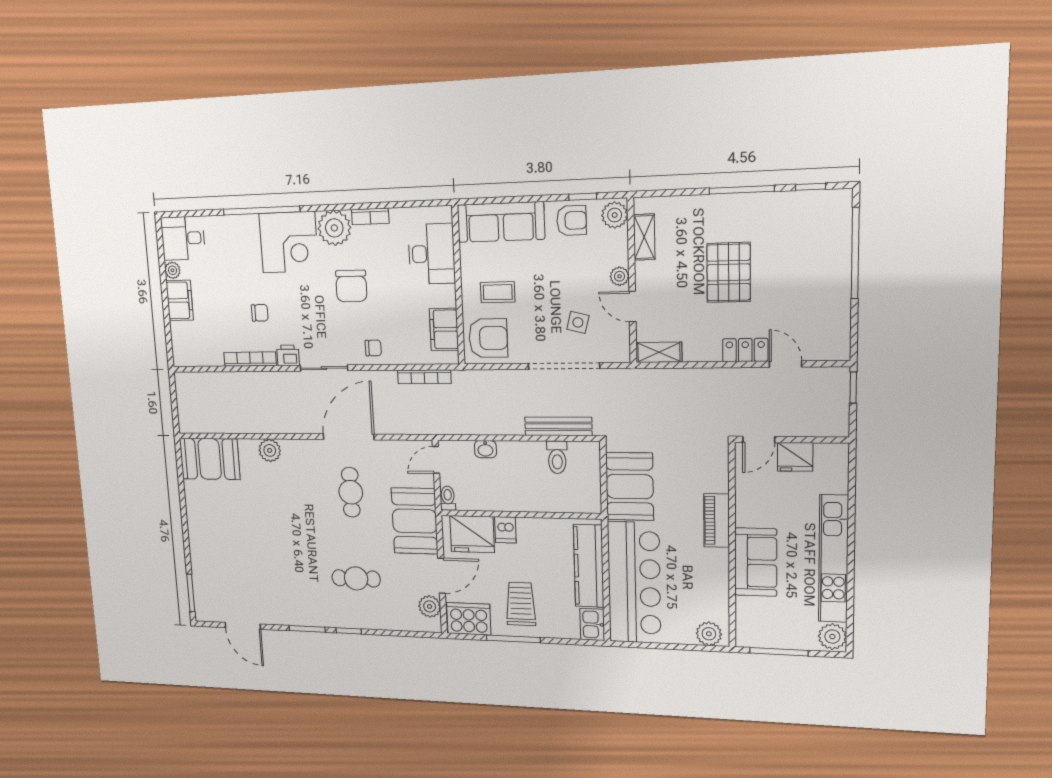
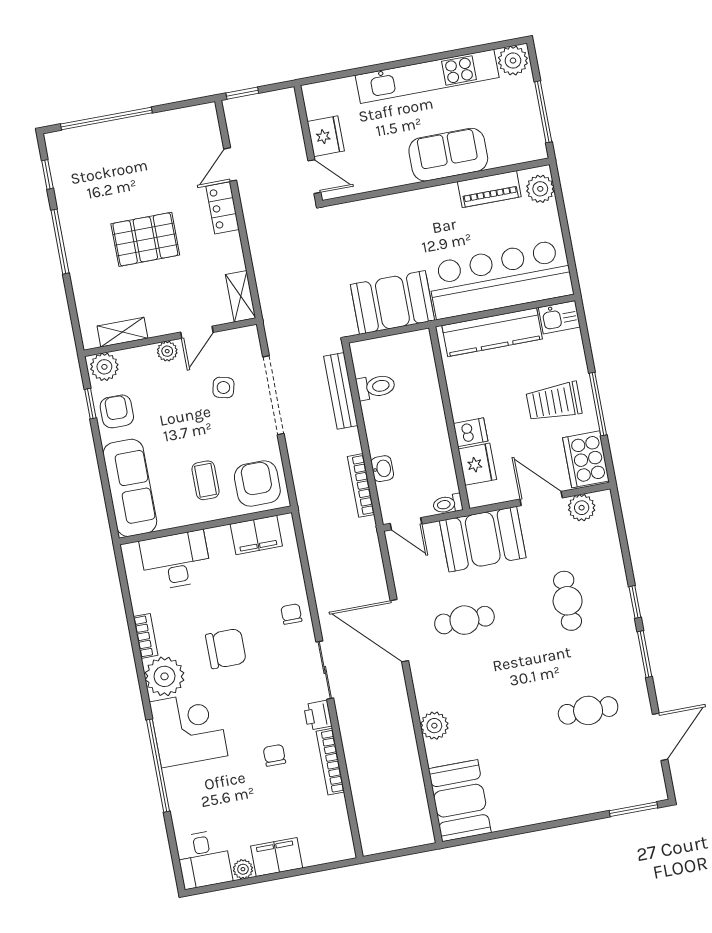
bookcase: (424, 377) -> (361, 485), moved, turned 180
piano: (717, 521) -> (489, 189), moved
fridge: (472, 534) -> (477, 464), width x0.73, depth x0.75
cafe table: (269, 575) -> (588, 710), added

